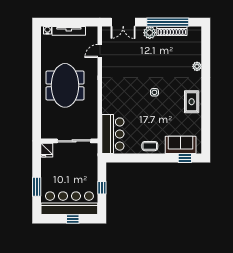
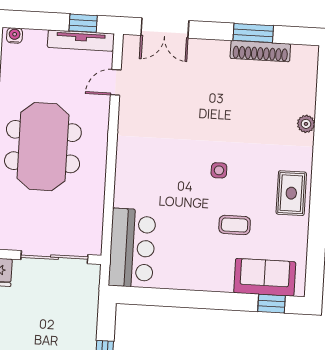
window: (82, 22) -> (83, 23), added
window: (168, 22) -> (253, 33), width x0.47
tv unit: (69, 31) -> (81, 41), moved
plant: (150, 33) -> (216, 52), removed
coffee table: (150, 146) -> (235, 225), moved

